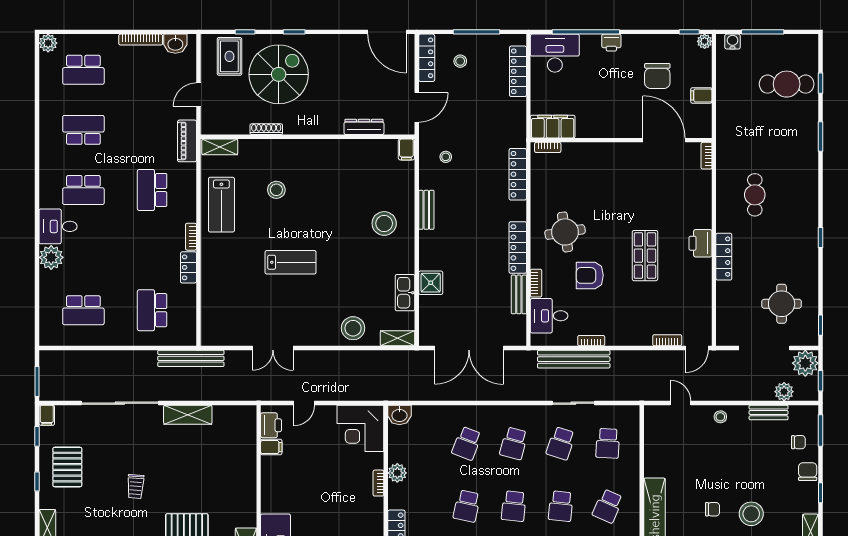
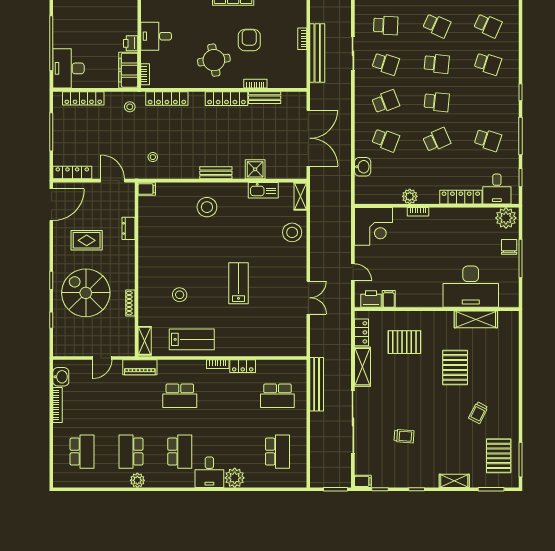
plant: (48, 43) -> (137, 480), moved
printer: (611, 43) -> (131, 43), moved, turned 180
rug: (229, 56) -> (87, 240), moved
stool: (460, 61) -> (130, 107), moved
door: (199, 95) -> (102, 358), hinge flipped
dresser: (364, 127) -> (128, 228), width x0.70
bench: (426, 210) -> (216, 173), moved
armchair: (590, 275) -> (249, 40), turned 180
desk: (549, 316) -> (156, 36), moved, turned 90
bench: (191, 358) -> (317, 384), moved
locker: (230, 414) -> (361, 332), added
washbasin: (399, 415) -> (363, 167), moved
school desk: (514, 443) -> (386, 102), turned -36
pallet: (67, 467) -> (404, 342), moved
trolley: (135, 486) -> (404, 436), moved
school desk: (467, 506) -> (437, 140), turned -36

